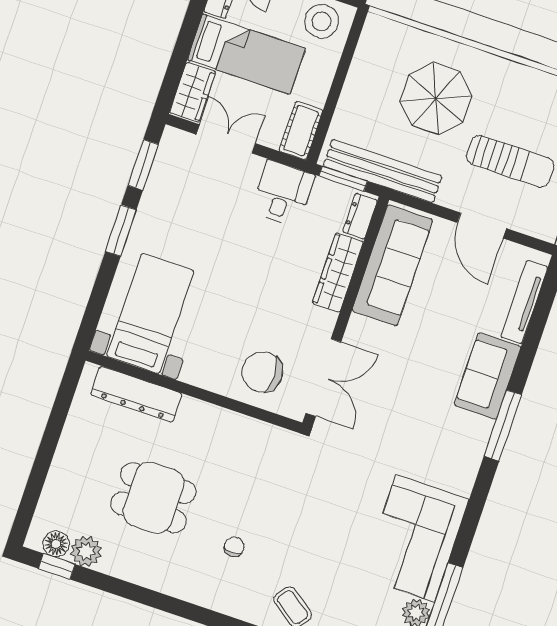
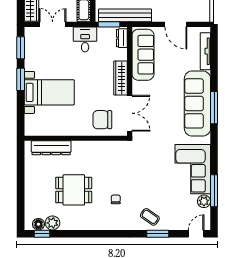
wardrobe: (338, 273) -> (120, 78), moved
bed with nightstands: (150, 313) -> (49, 92), moved, turned 90
sofa: (487, 376) -> (197, 103), width x1.85, depth x1.27

